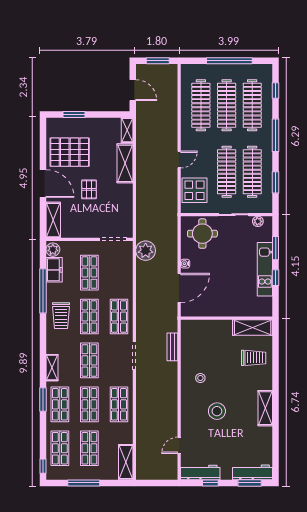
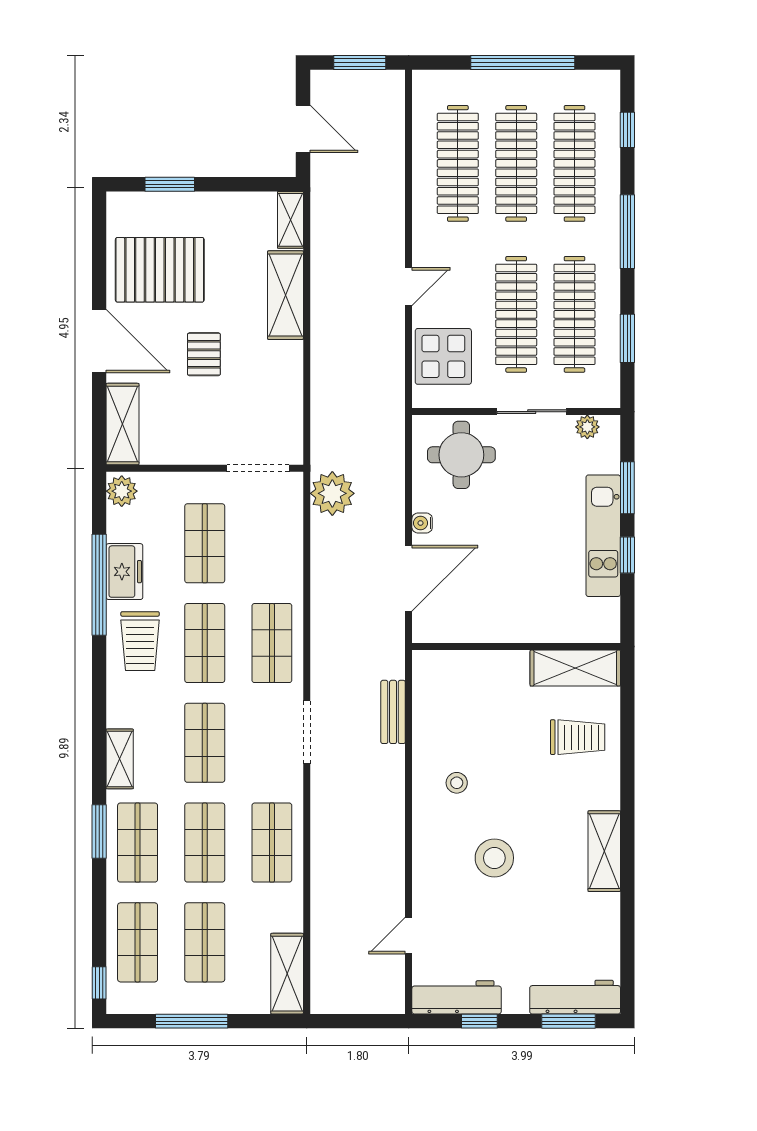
freezer: (54, 270) -> (124, 572), moved

